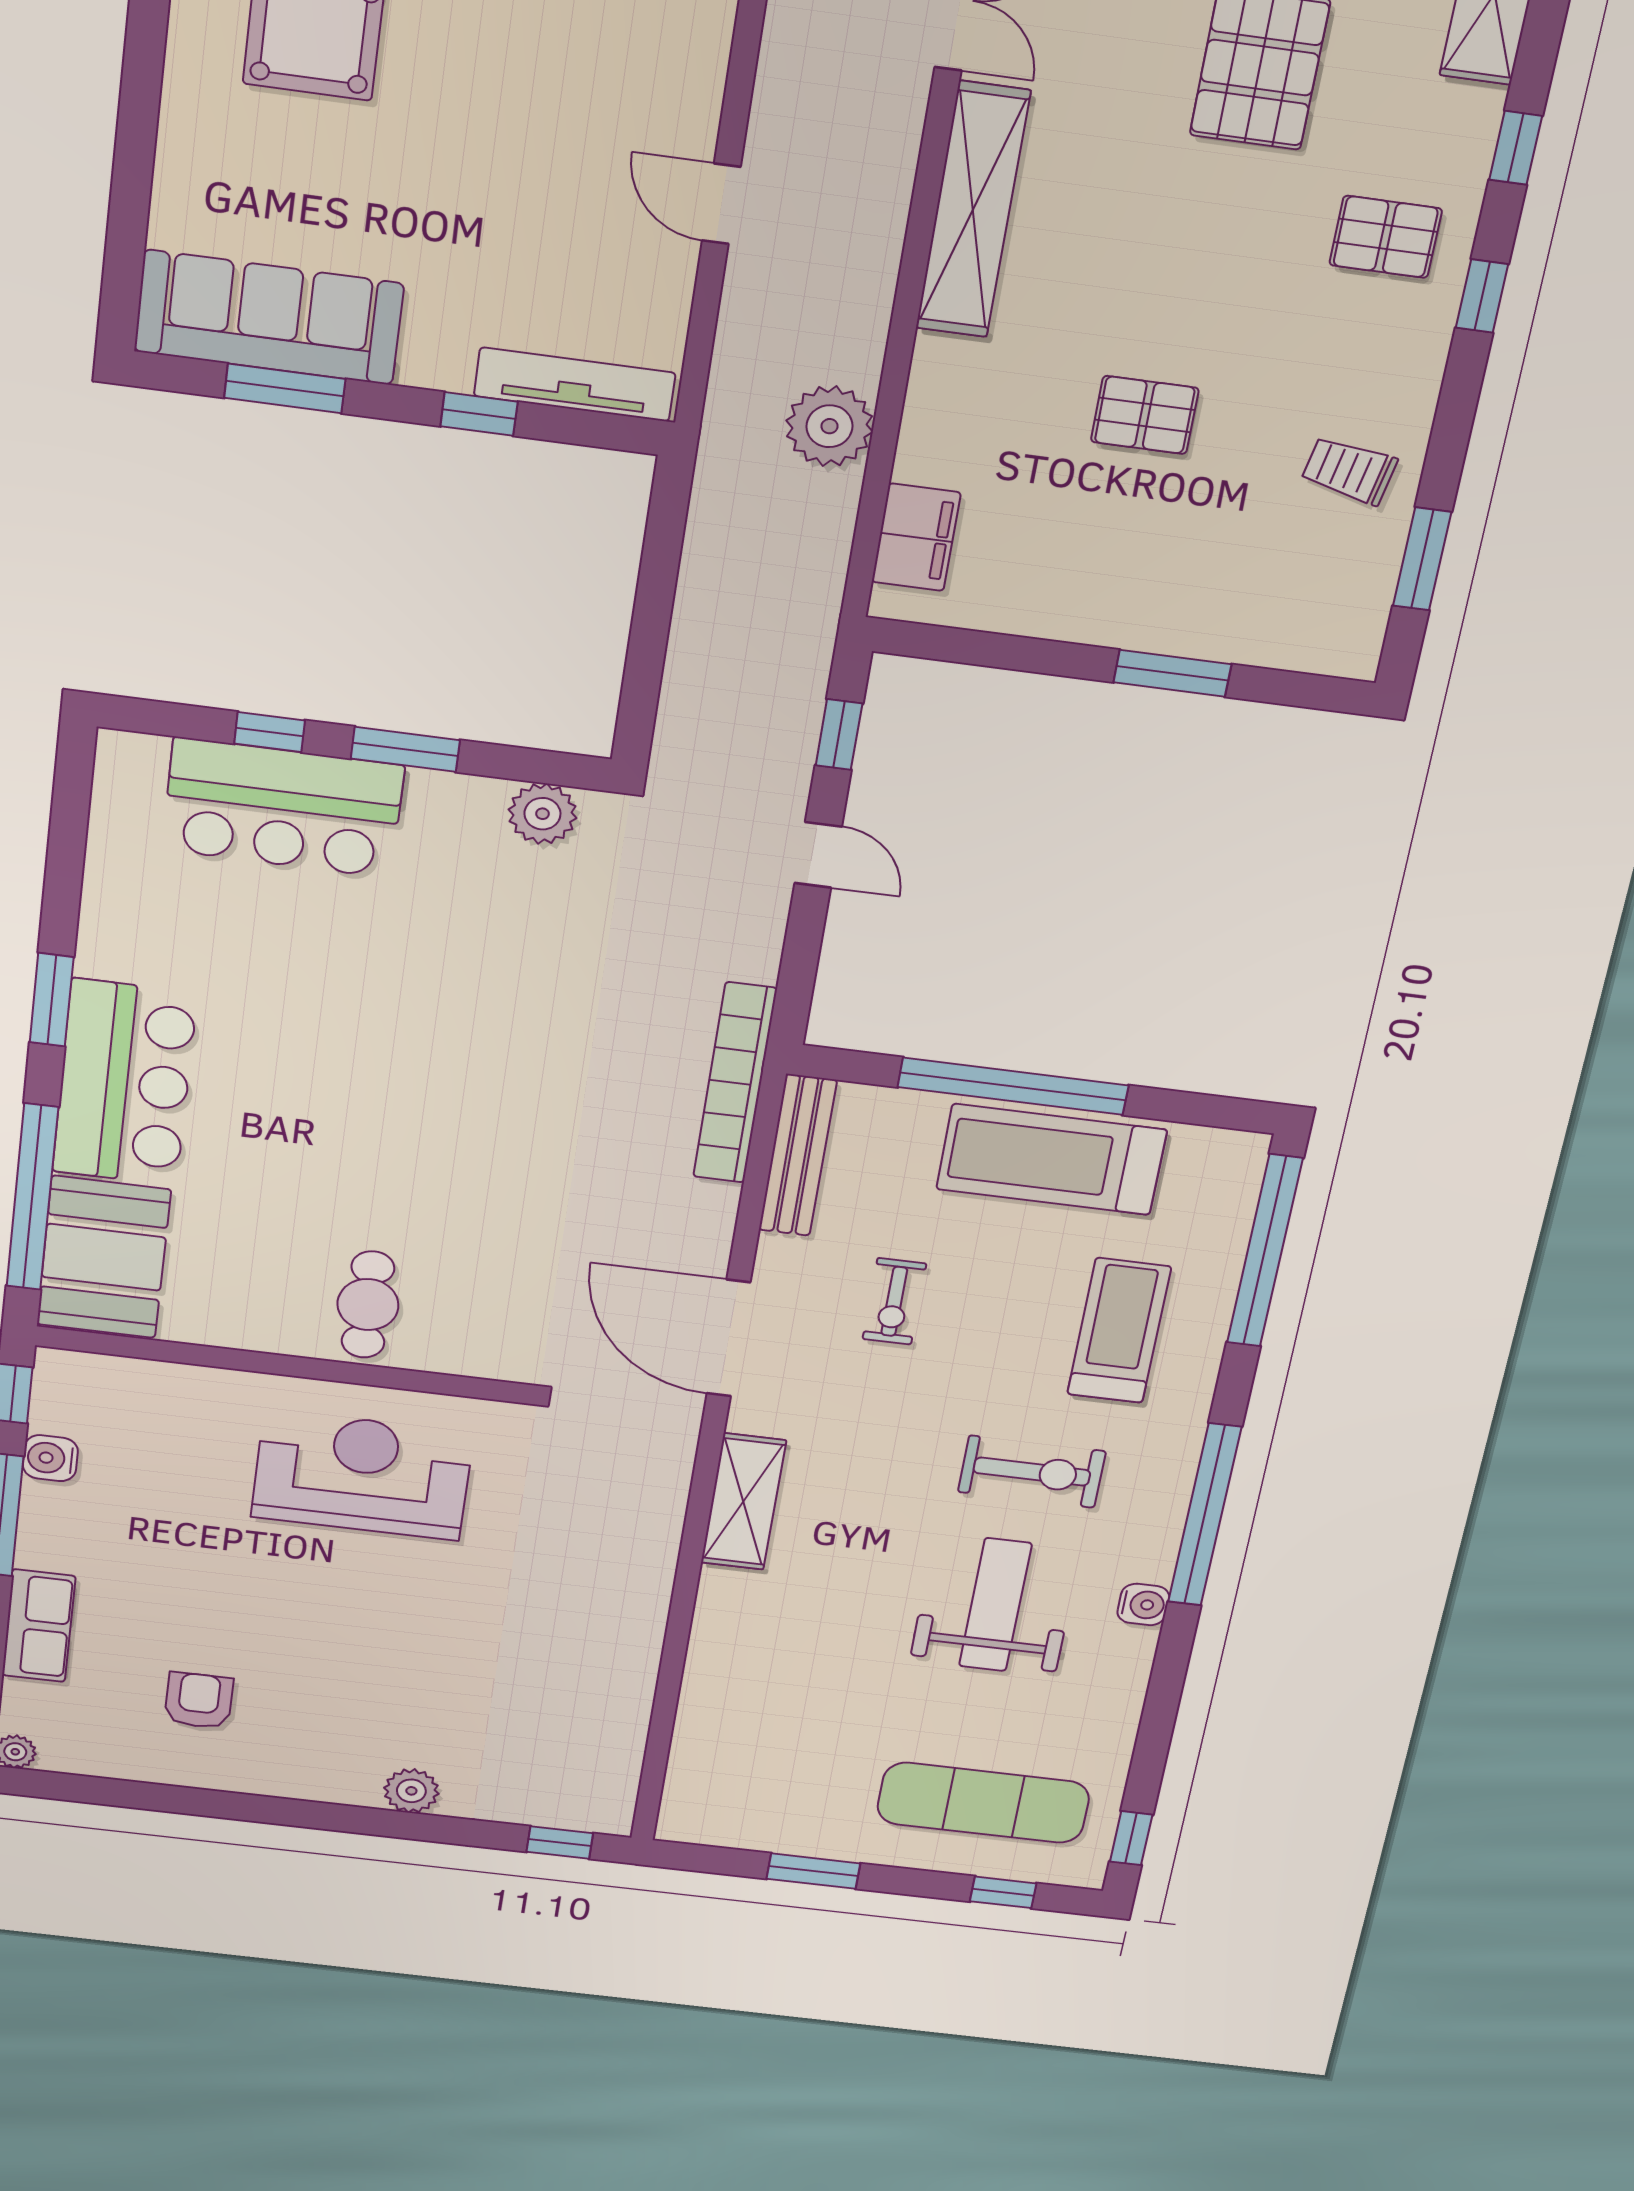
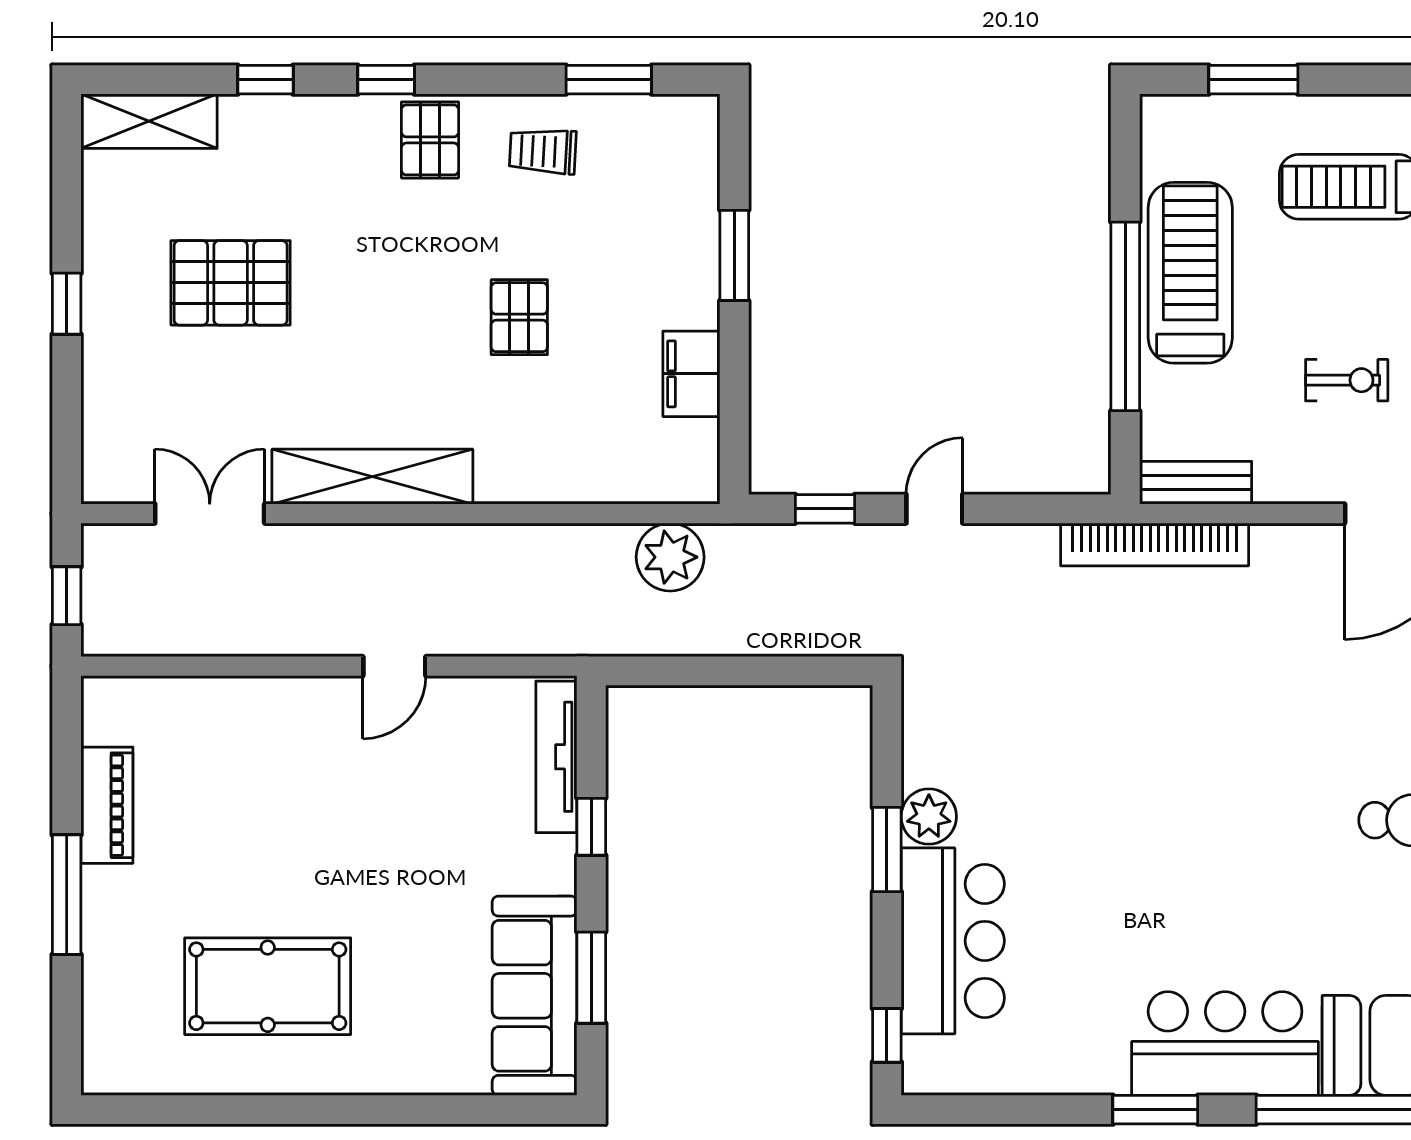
pallet: (1386, 237) -> (430, 140), moved
plant: (830, 426) -> (670, 557), moved
trolley: (1349, 470) -> (543, 151), turned 82
filing cabinet: (916, 537) -> (691, 374), moved, turned -90
window: (270, 732) -> (887, 1035), moved
plant: (542, 814) -> (929, 817), moved
bench: (798, 1155) -> (1196, 483), width x0.73
treadmill: (1052, 1159) -> (1190, 273), turned 180
window: (1265, 1251) -> (1253, 80), width x0.47

